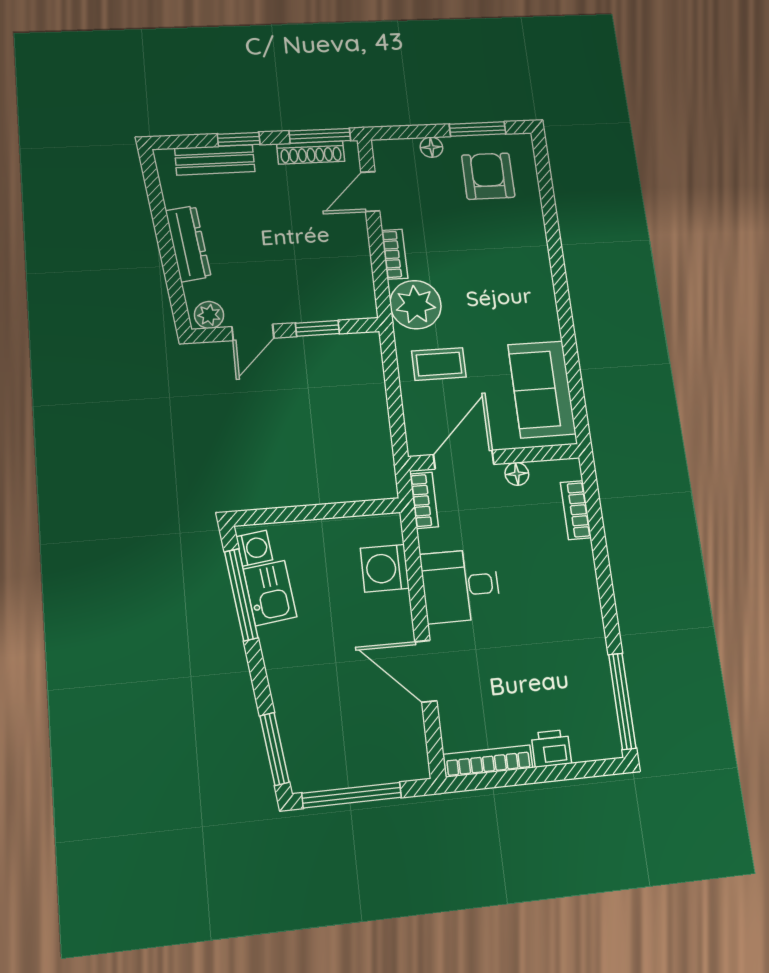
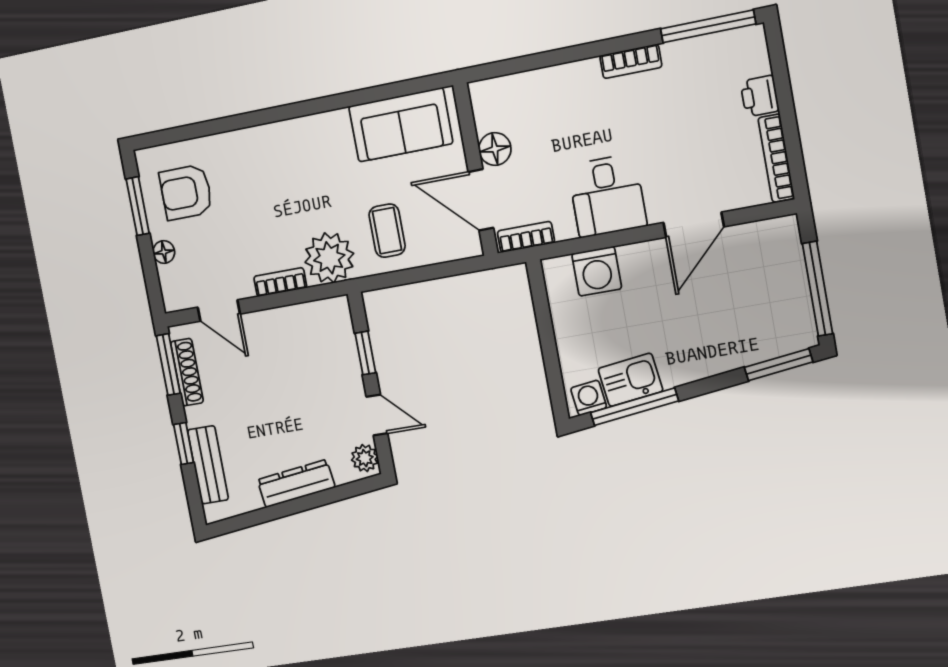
floor lamp: (517, 474) -> (495, 149), width x1.37, depth x1.37
bookcase: (576, 510) -> (631, 61), moved

